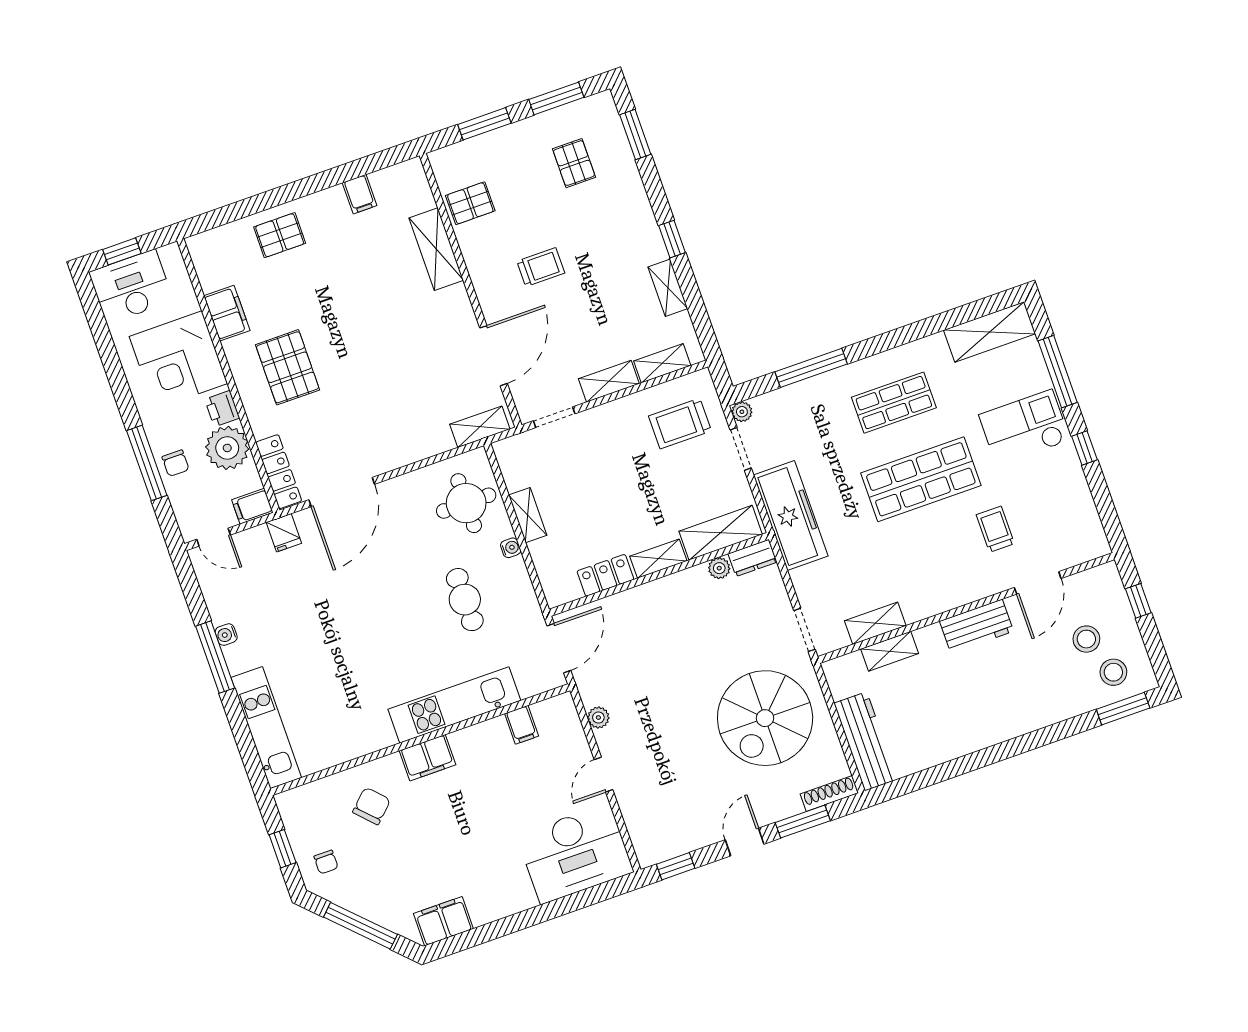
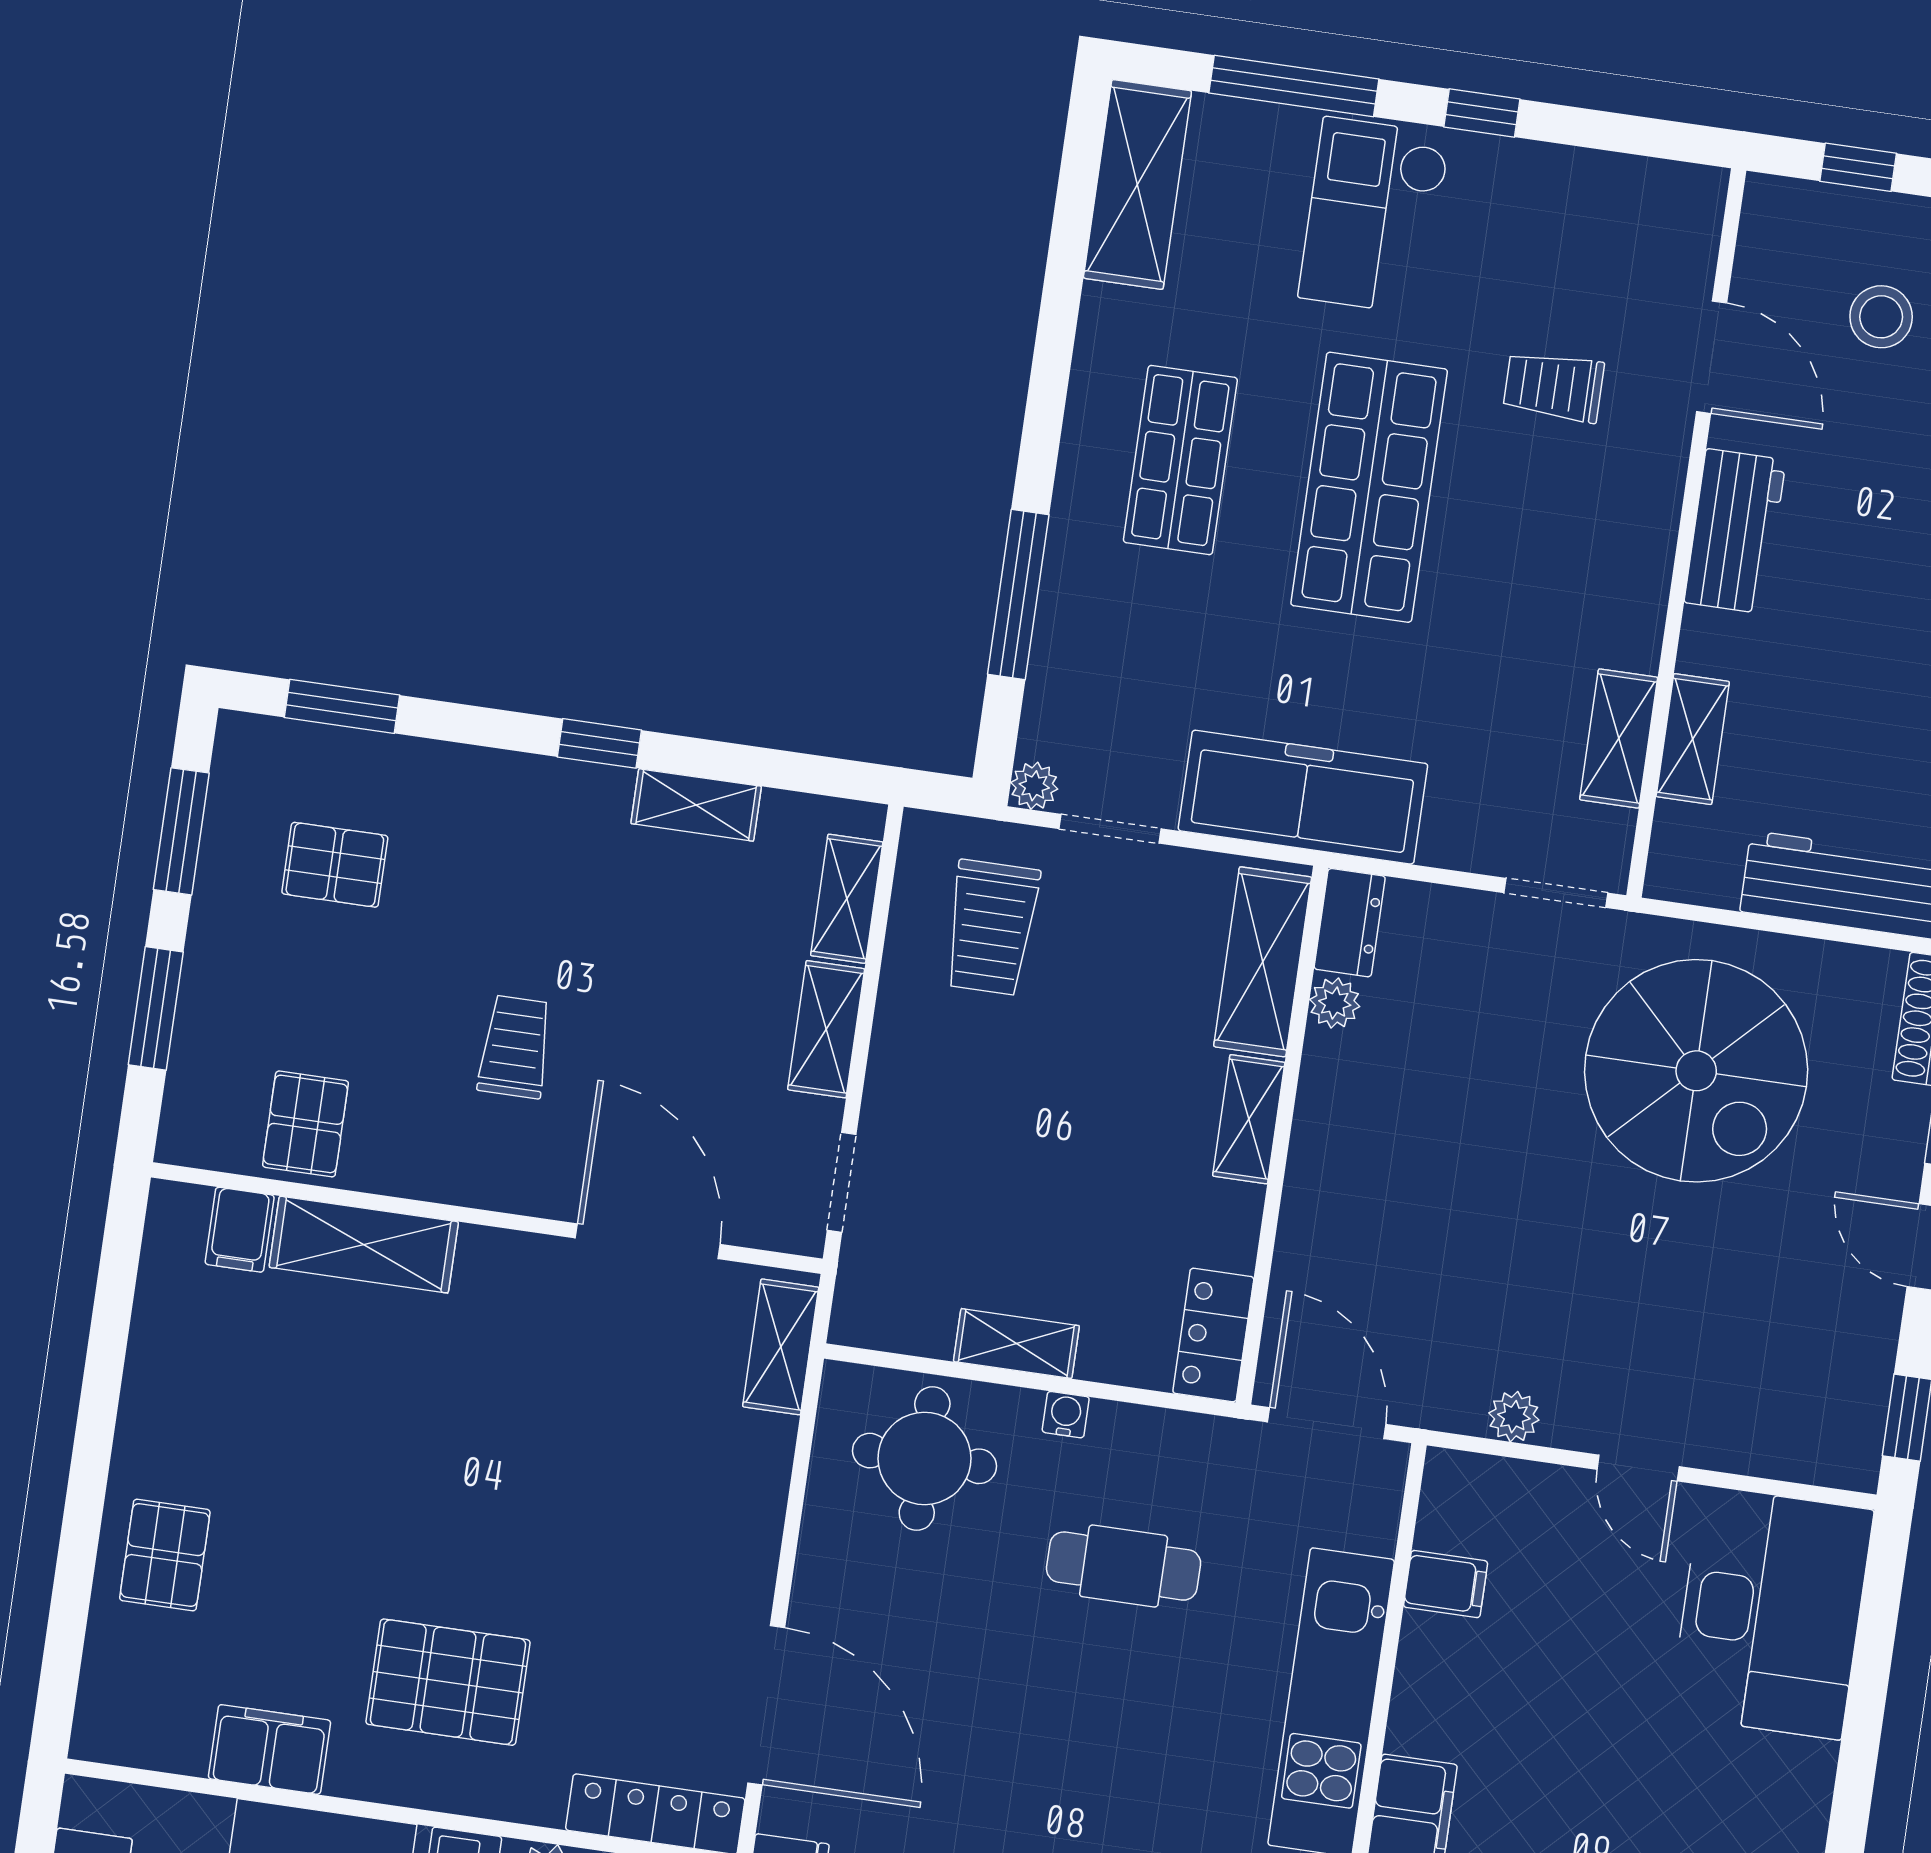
filing cabinet: (360, 194) -> (240, 1230), moved, turned 90
locker: (605, 575) -> (1213, 1335), moved

